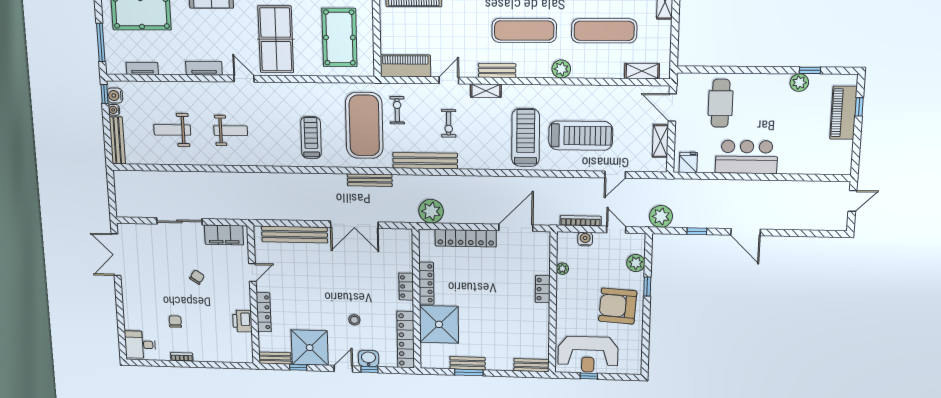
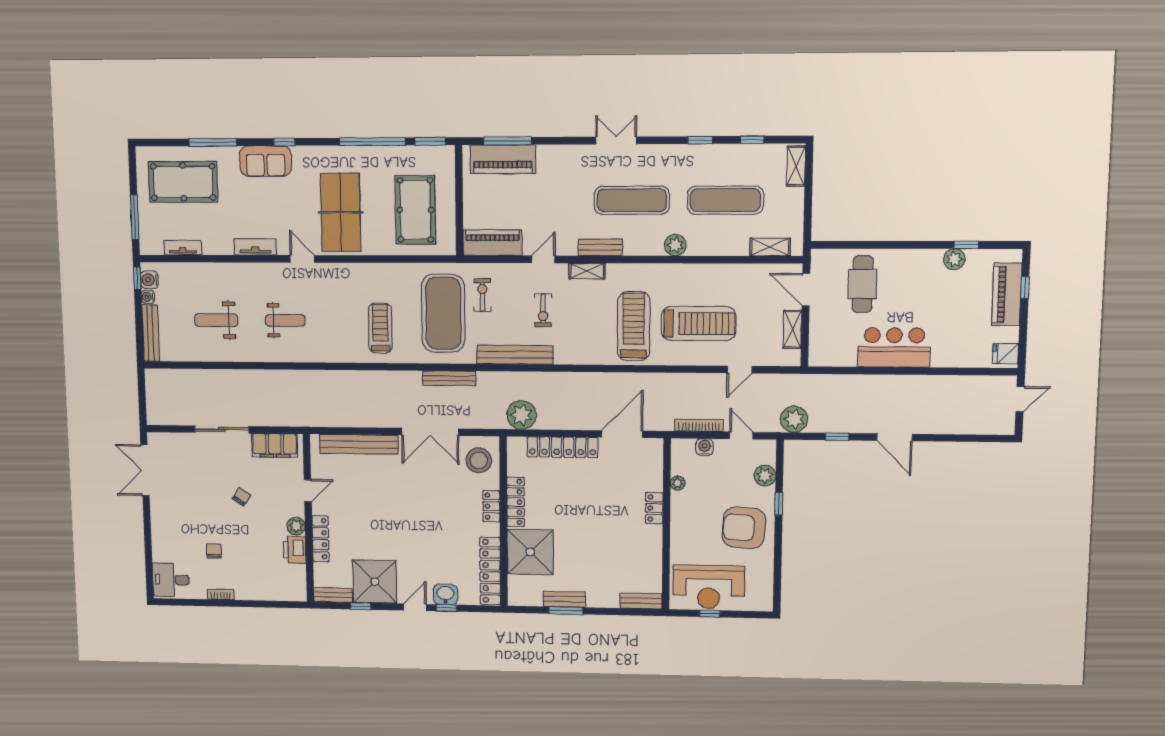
fridge: (688, 162) -> (1006, 354), moved, turned -90
plant: (243, 302) -> (296, 526), added
stool: (354, 320) -> (479, 460), moved, width x1.89, depth x1.89

